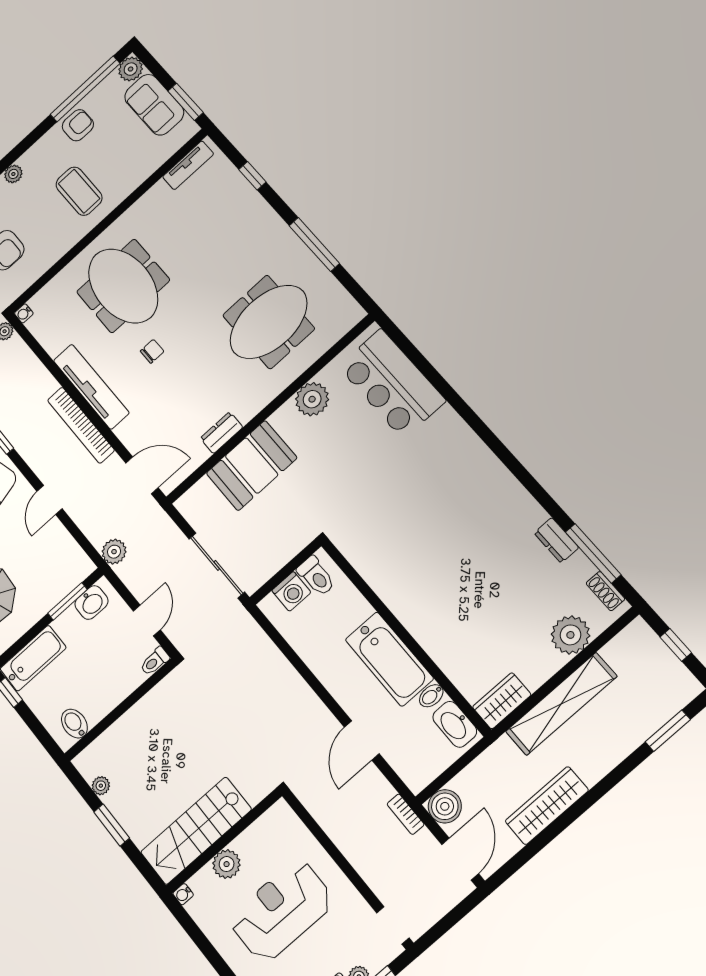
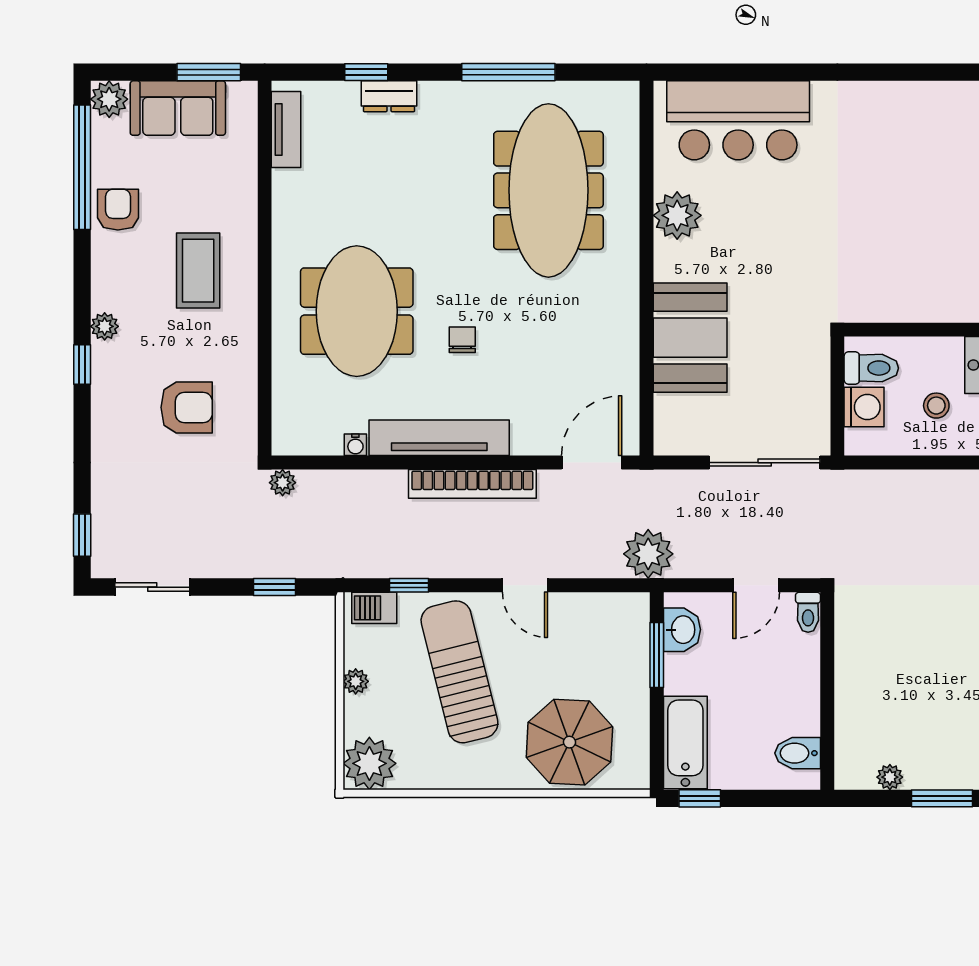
coffee table: (79, 191) -> (198, 271), turned 90
meeting table: (123, 286) -> (357, 311), turned 90
water cooler: (24, 313) -> (355, 445), moved
meeting table: (269, 322) -> (548, 190), width x1.36
dresser: (222, 433) -> (389, 96), moved, turned -90
plant: (114, 552) -> (648, 554), width x1.36, depth x1.36
door: (147, 620) -> (756, 585), swing flipped
stool: (325, 630) -> (936, 406), added

